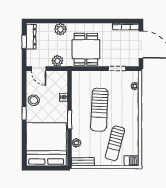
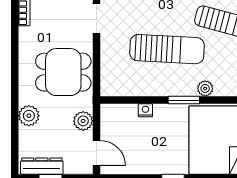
door: (39, 69) -> (96, 153), hinge flipped
stool: (34, 100) -> (151, 162), removed
plant: (76, 143) -> (205, 88), moved

